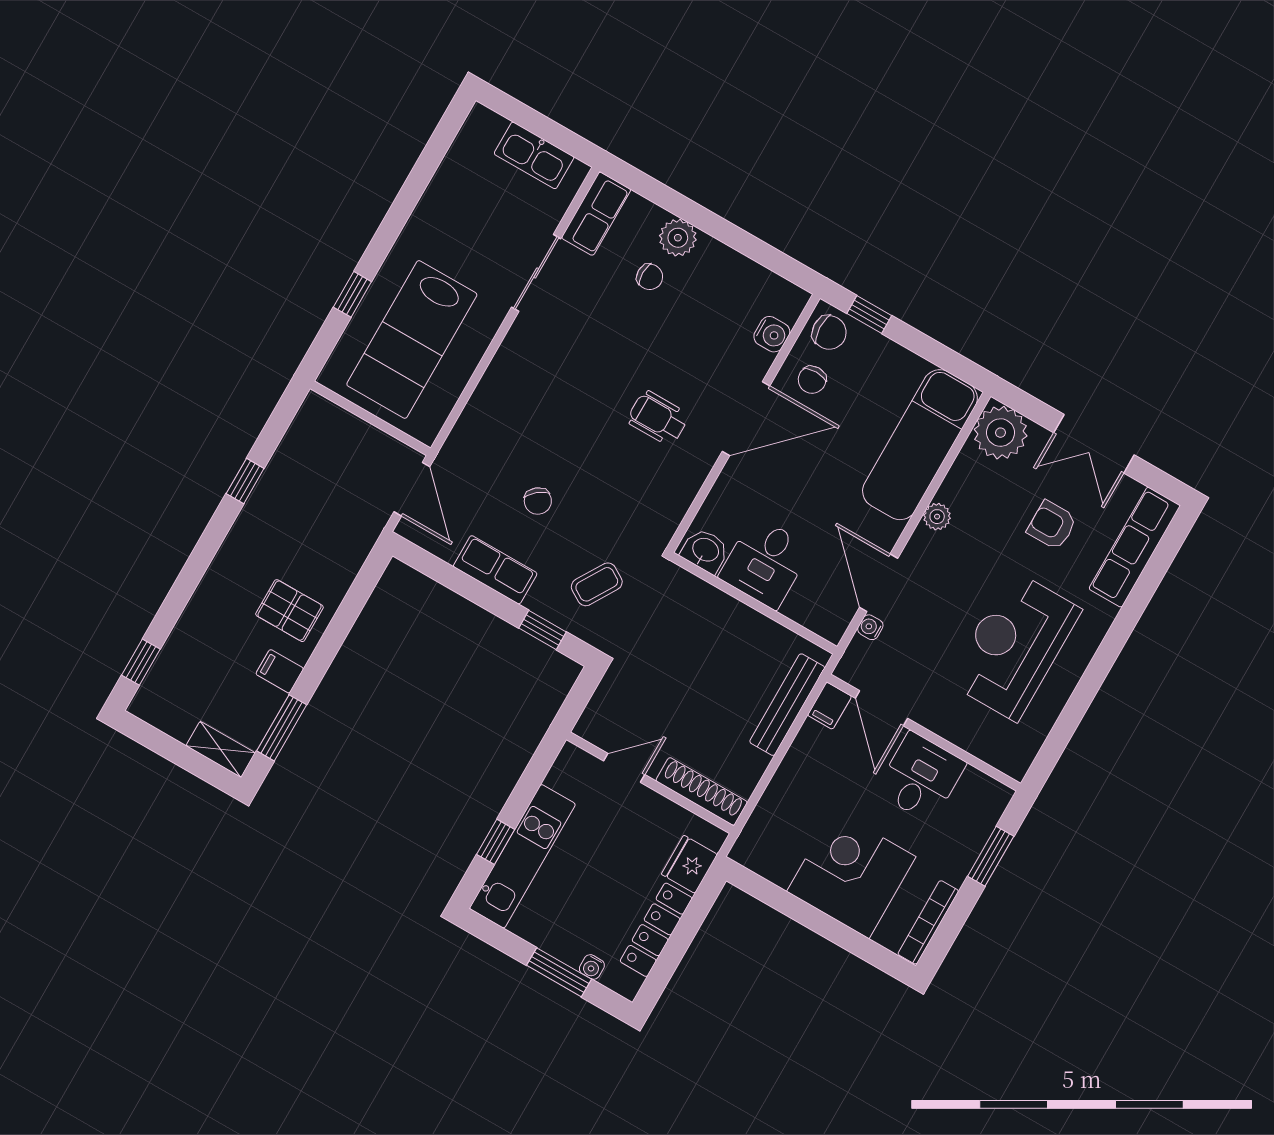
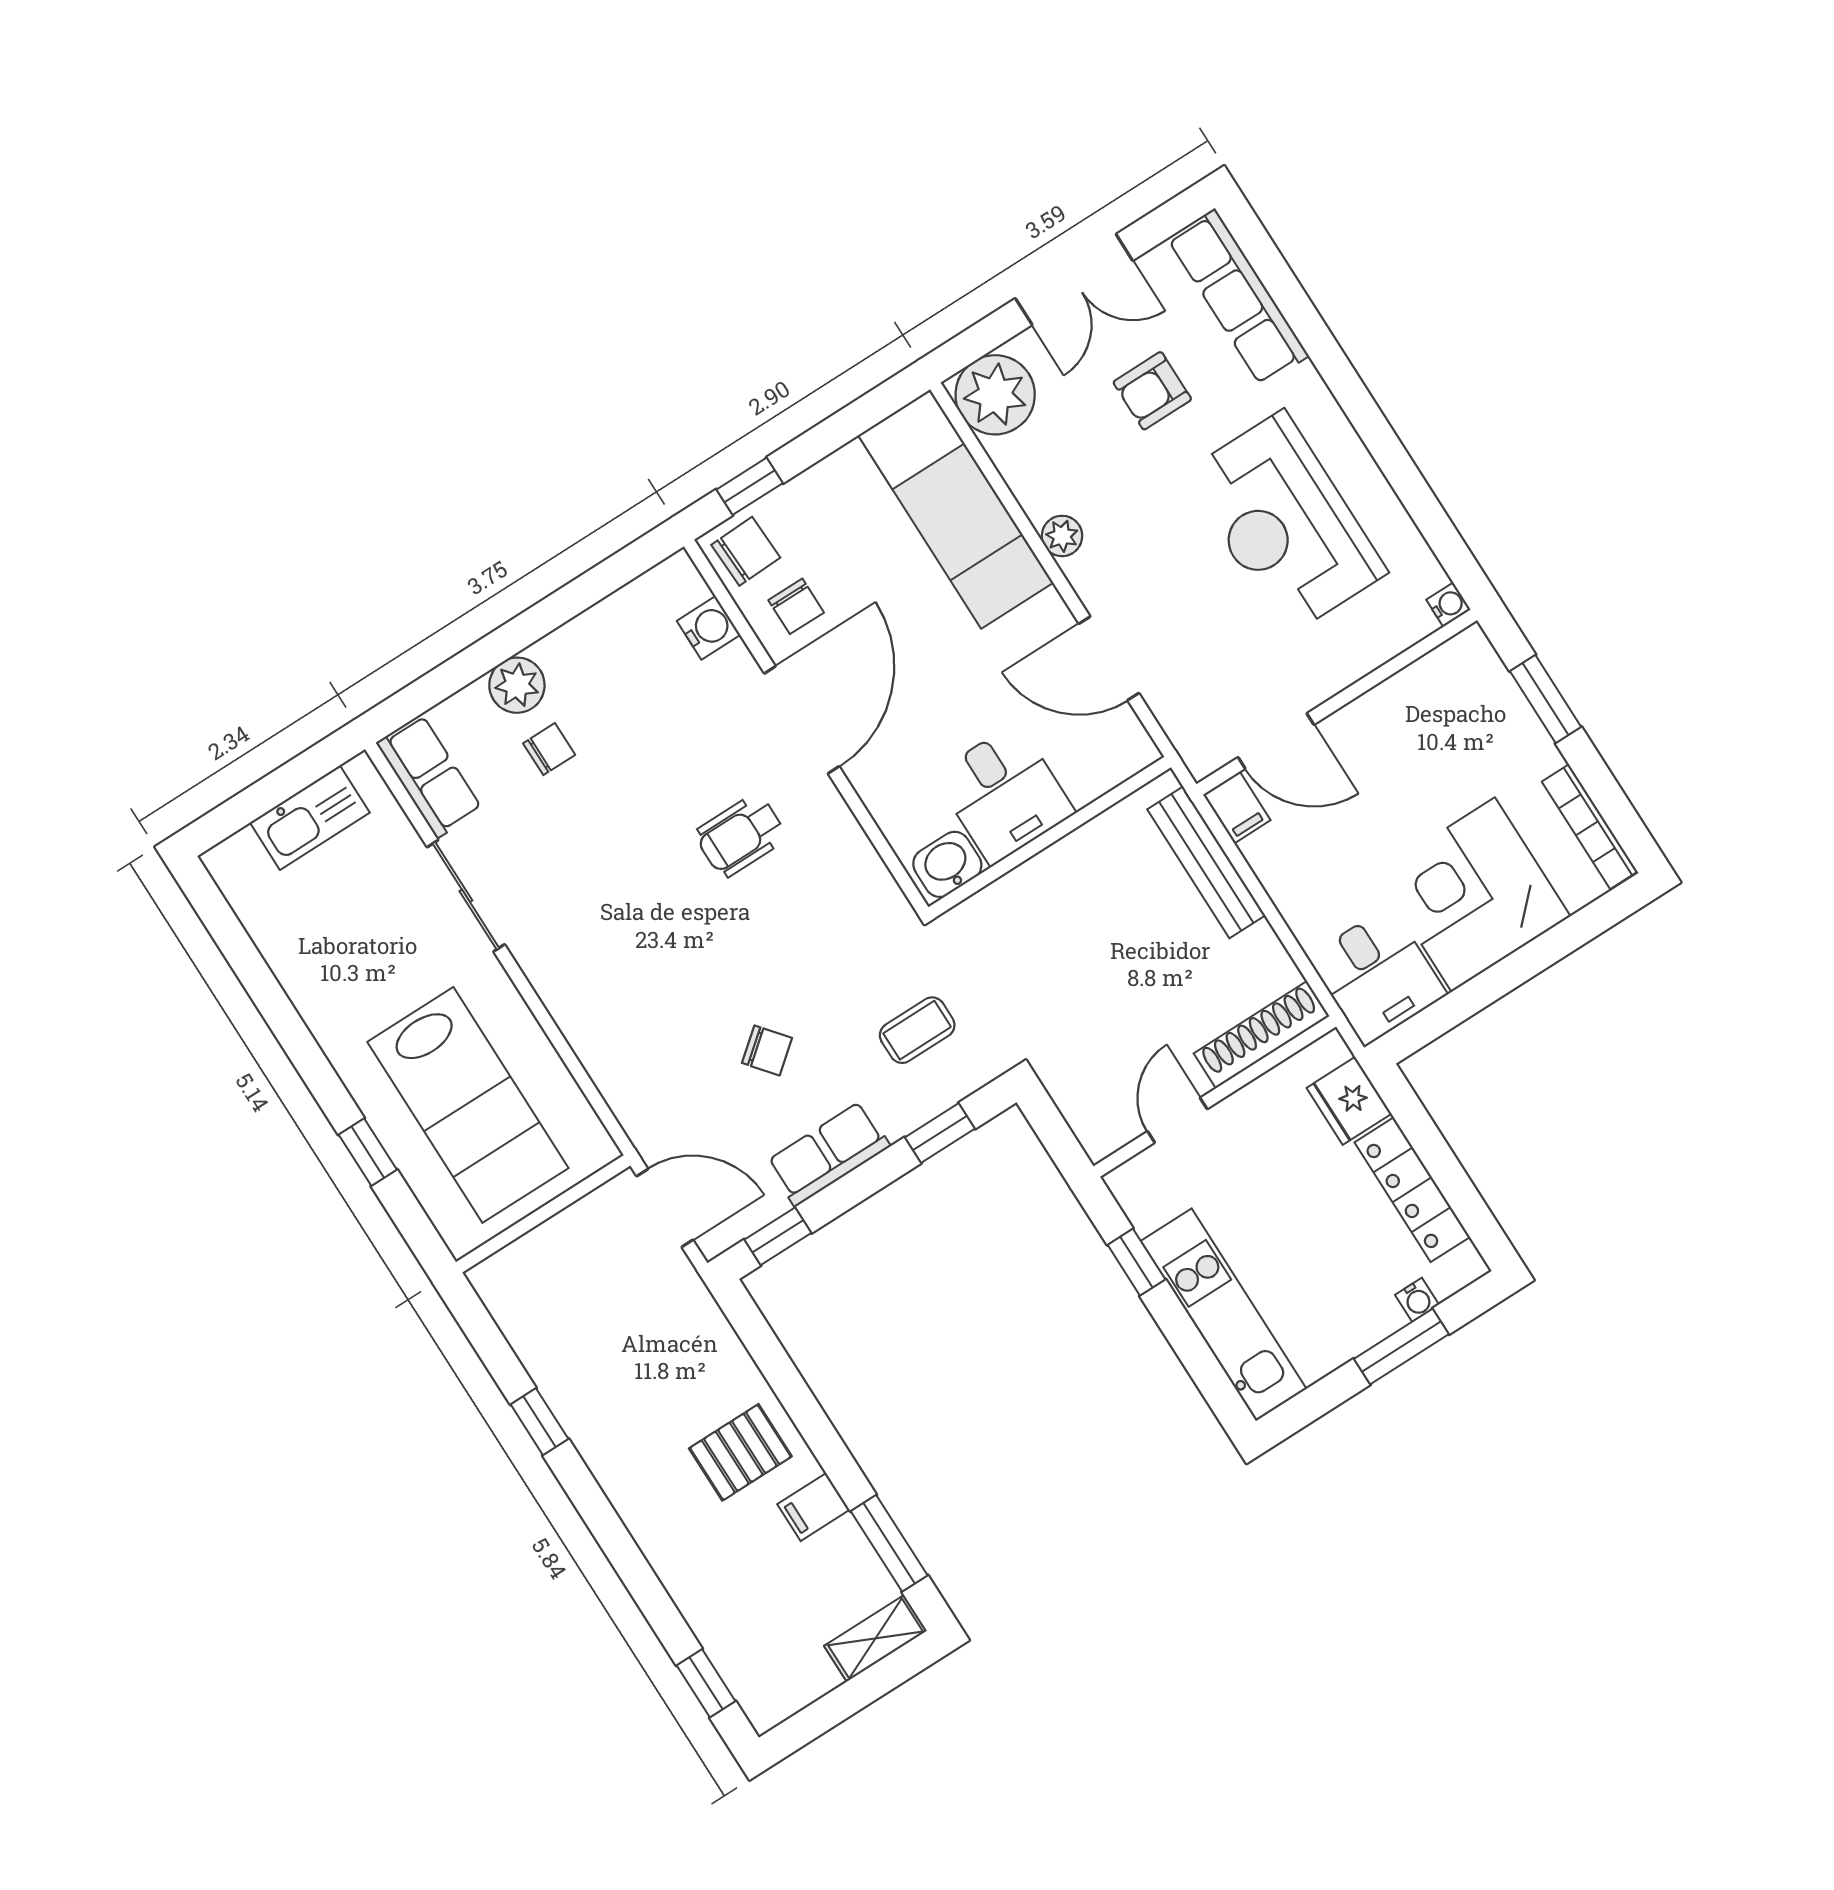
window: (430, 565) -> (778, 1236), added
coffee table: (597, 584) -> (917, 1030), turned 59
water cooler: (870, 627) -> (1448, 605), moved, turned 180
desk: (921, 777) -> (1377, 976), moved, turned 180
window: (496, 842) -> (1136, 1262), moved

